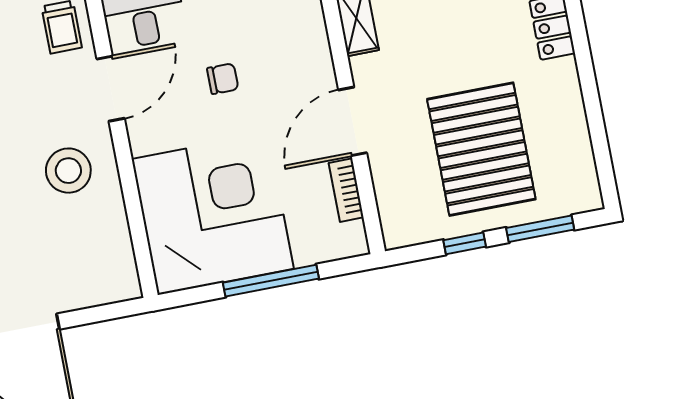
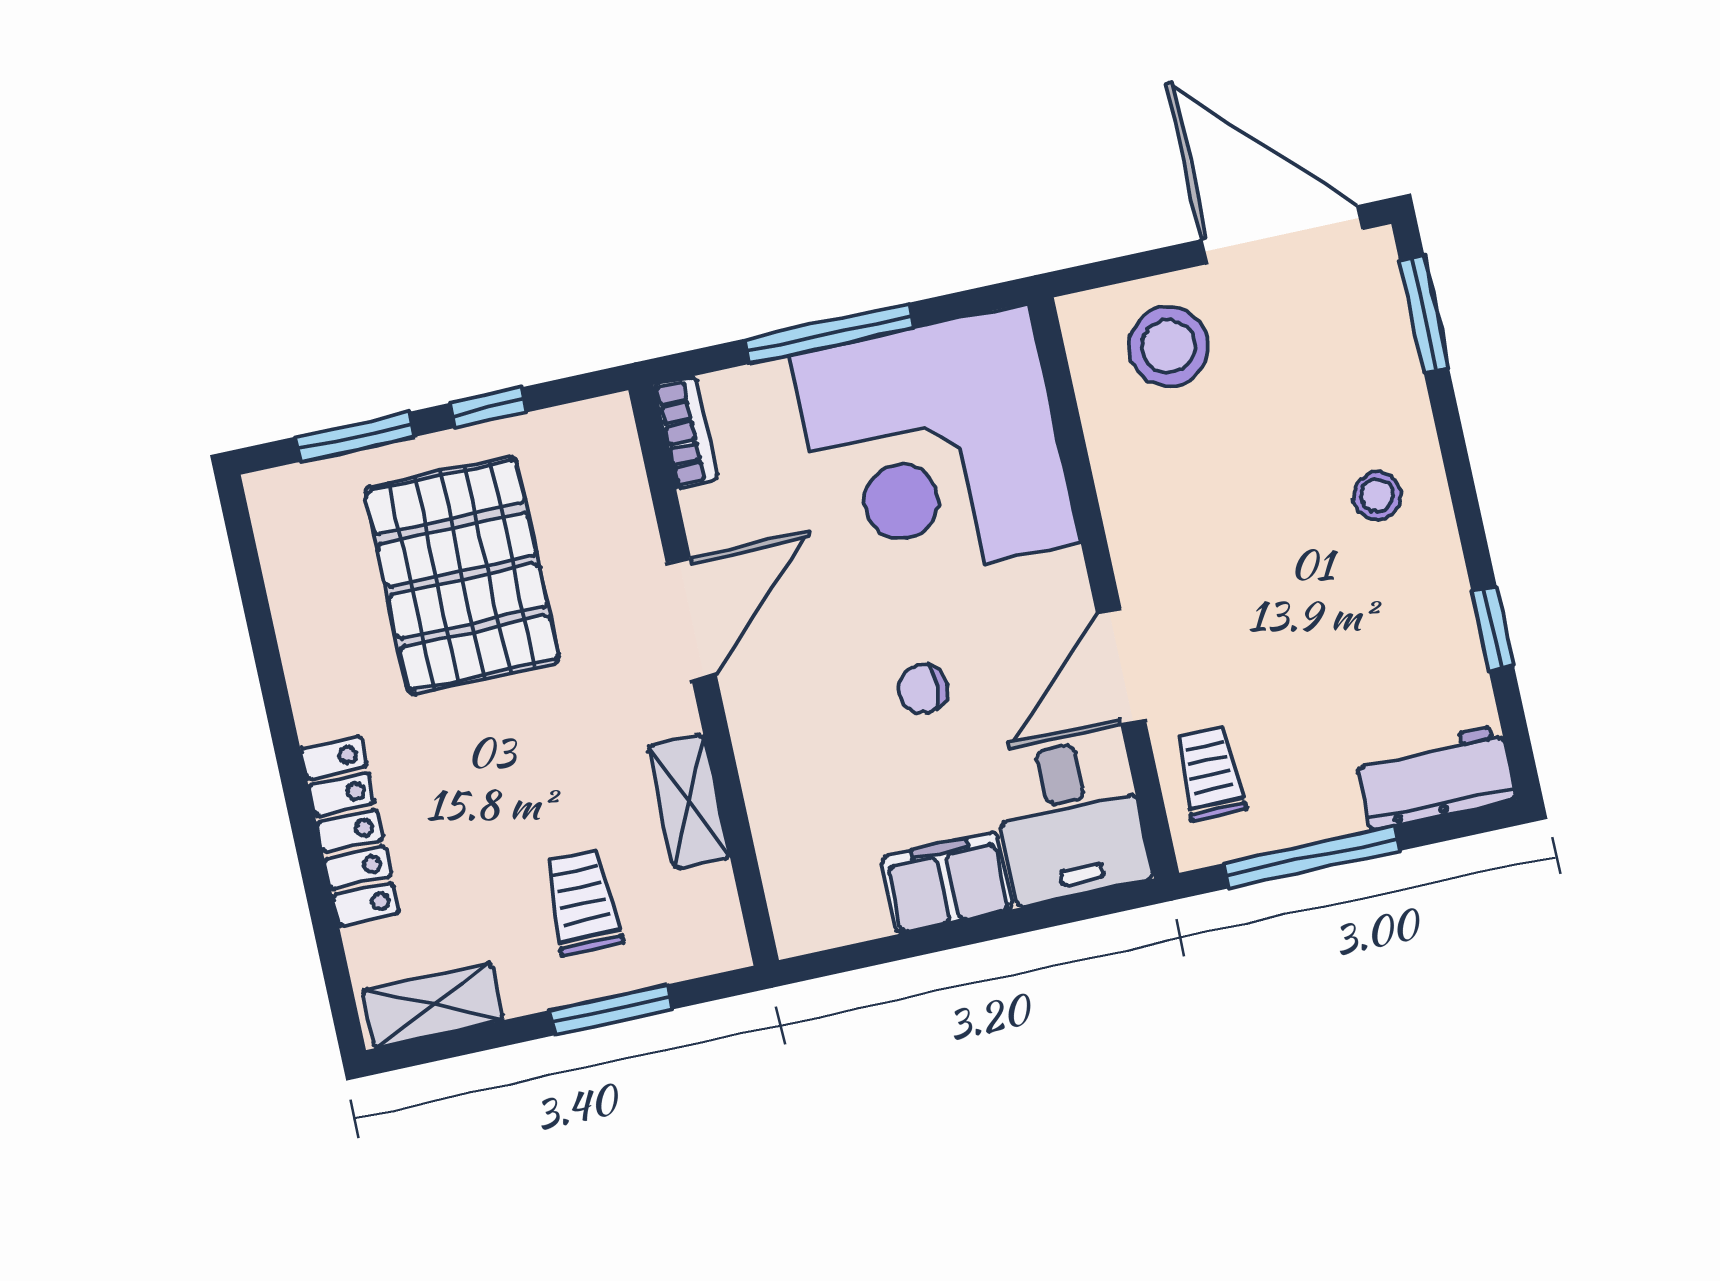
stool: (68, 171) -> (1168, 346), moved
bookcase: (346, 190) -> (686, 432), moved

